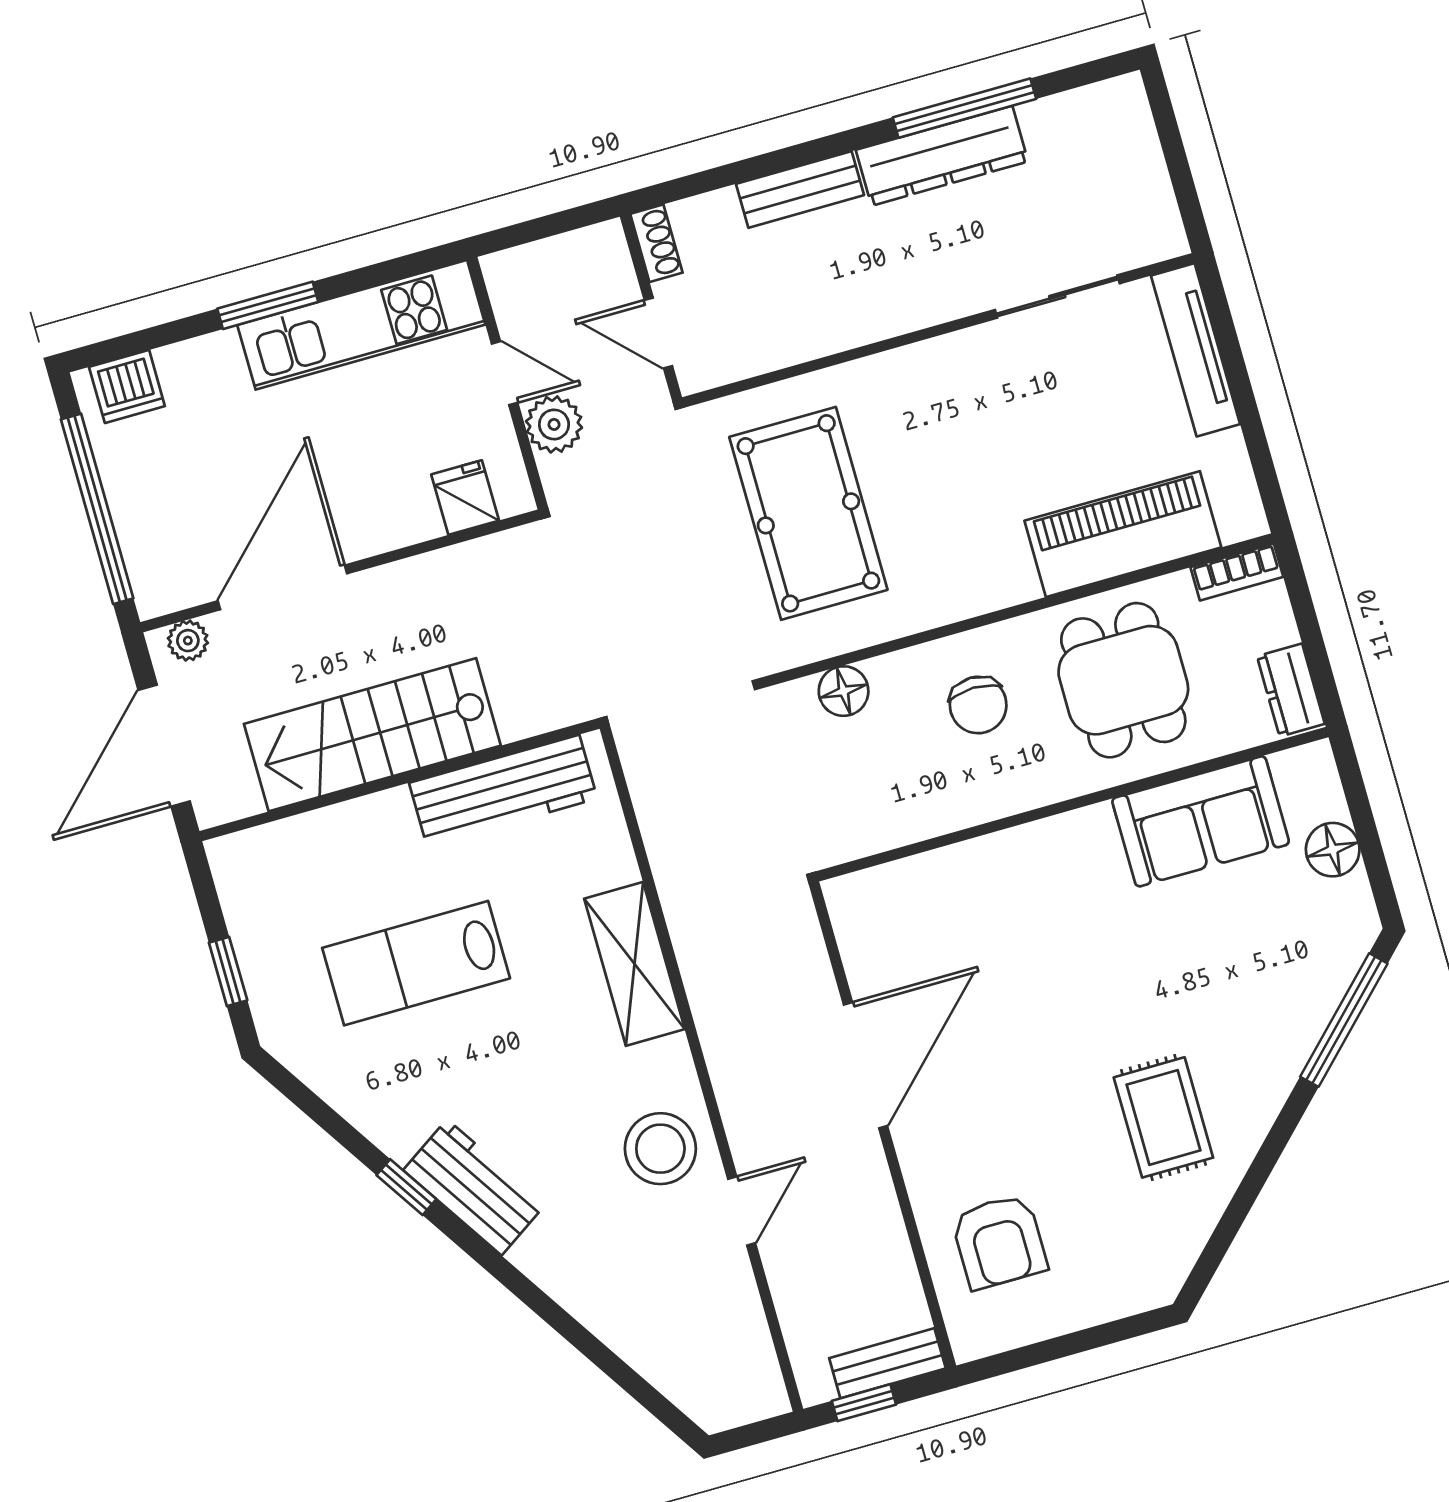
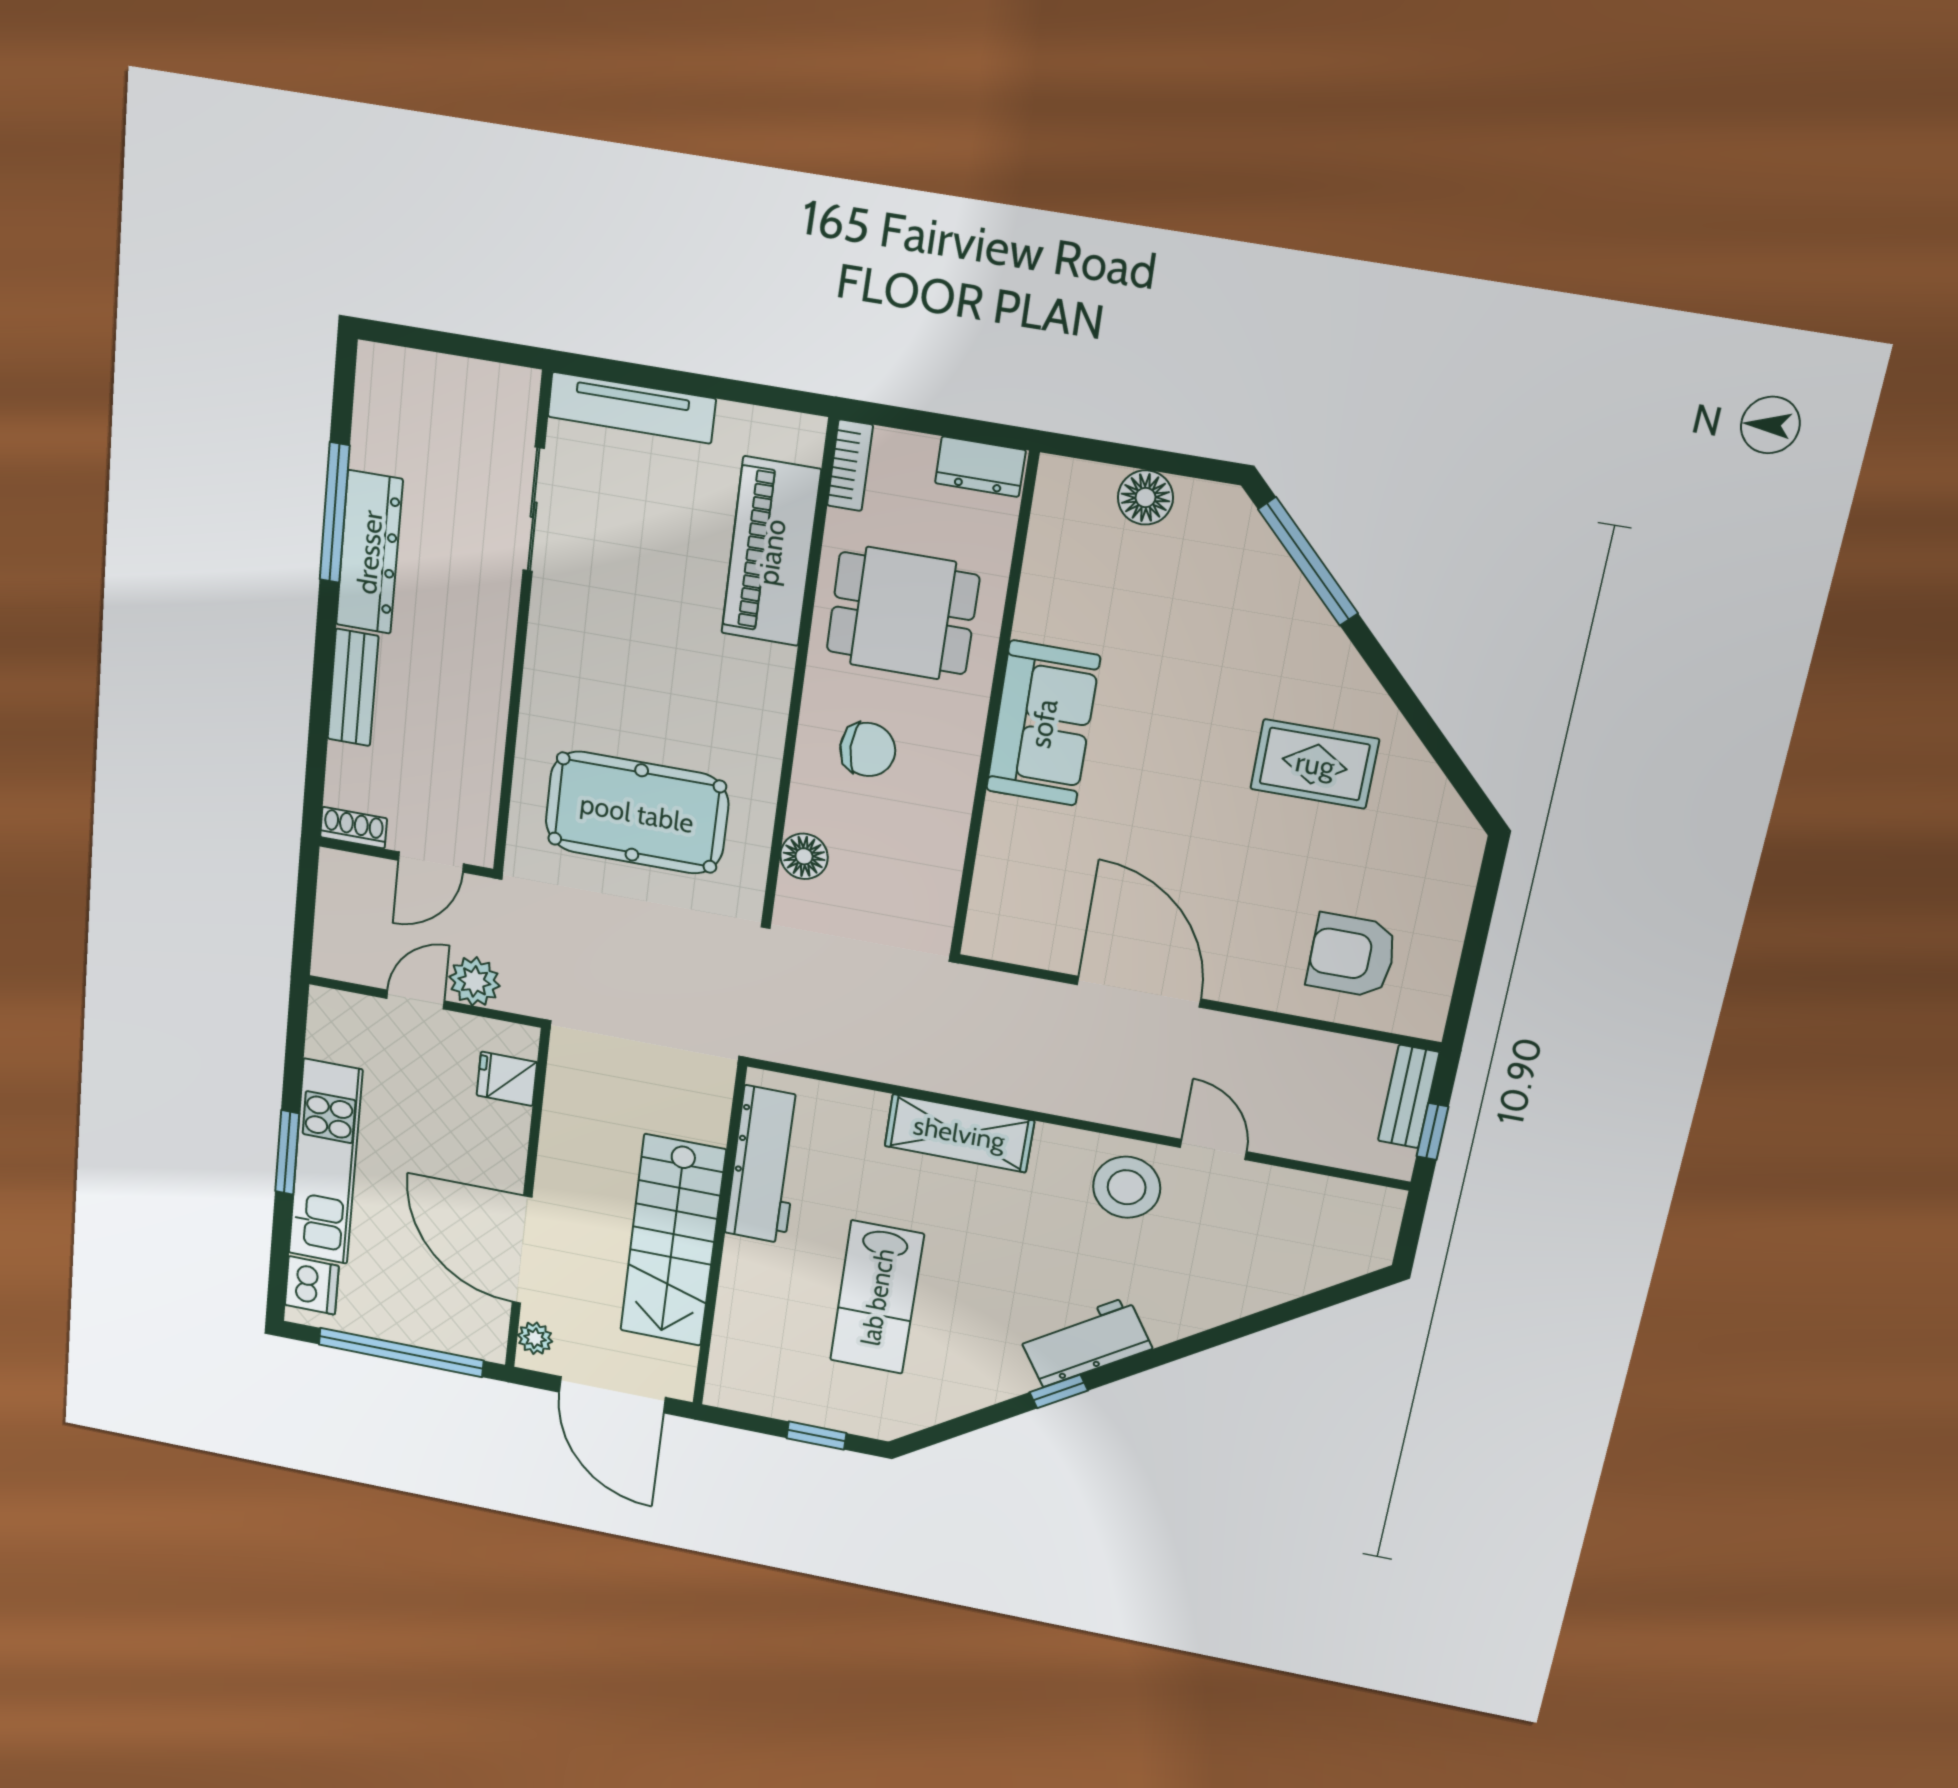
kitchen unit: (361, 325) -> (325, 1162), moved
sofa: (1201, 821) -> (1043, 723), moved
armchair: (999, 1242) -> (1352, 955), turned 180

